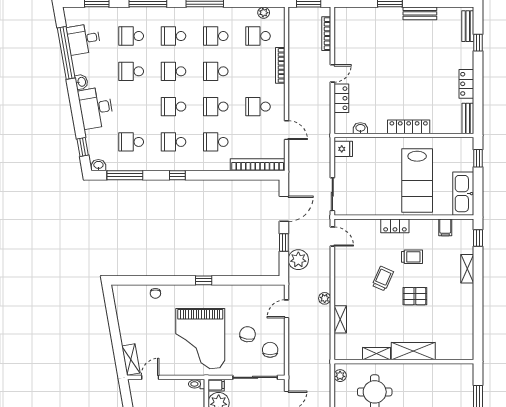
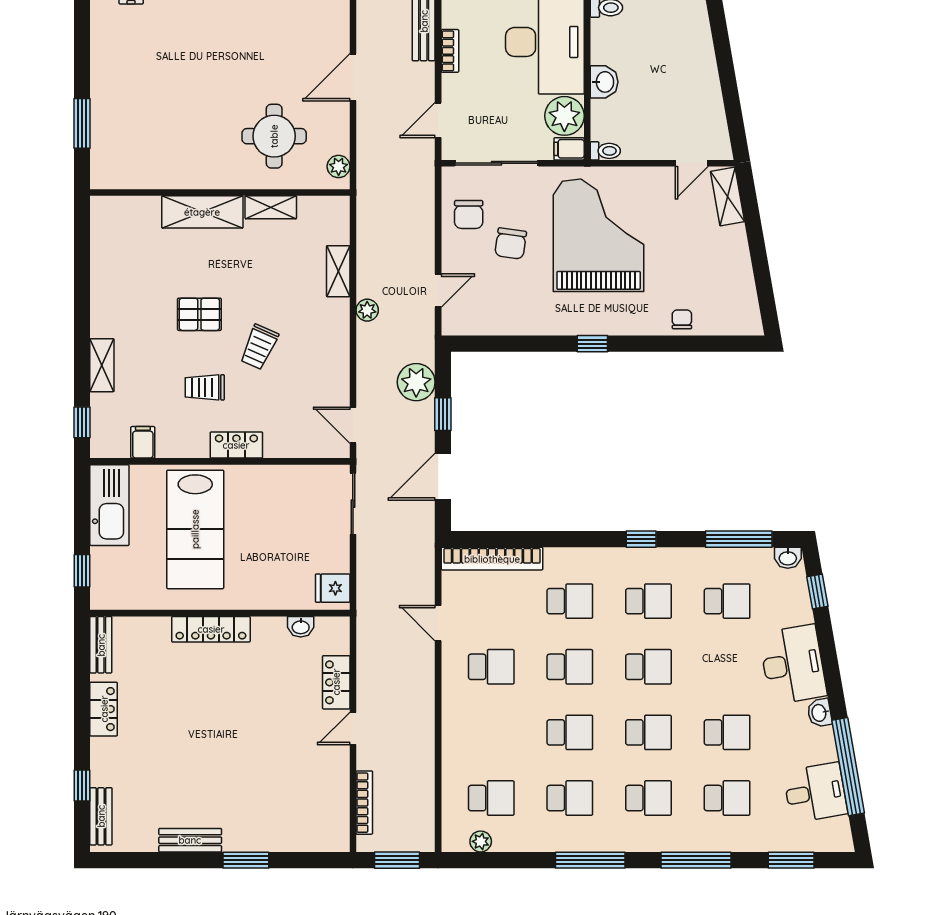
bookcase: (280, 65) -> (450, 743), removed
lab bench: (417, 180) -> (195, 529), turned 180

